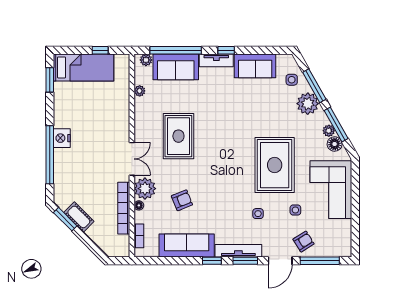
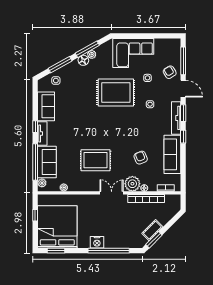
bed: (83, 67) -> (57, 227), width x2.04
plant: (308, 104) -> (73, 69), removed
floor lamp: (335, 144) -> (83, 60), moved

